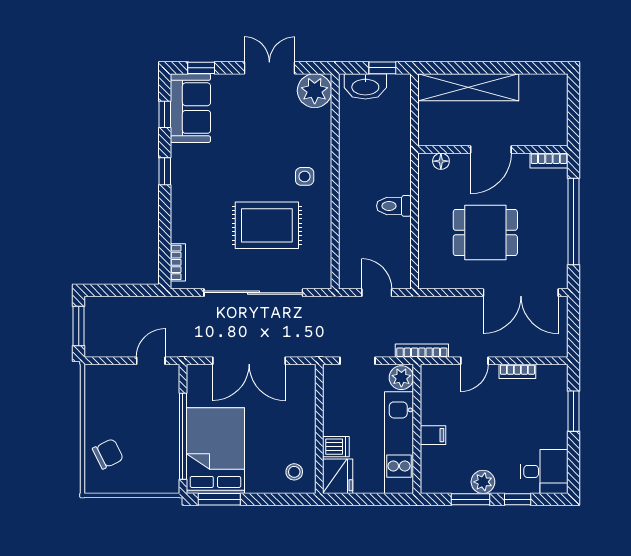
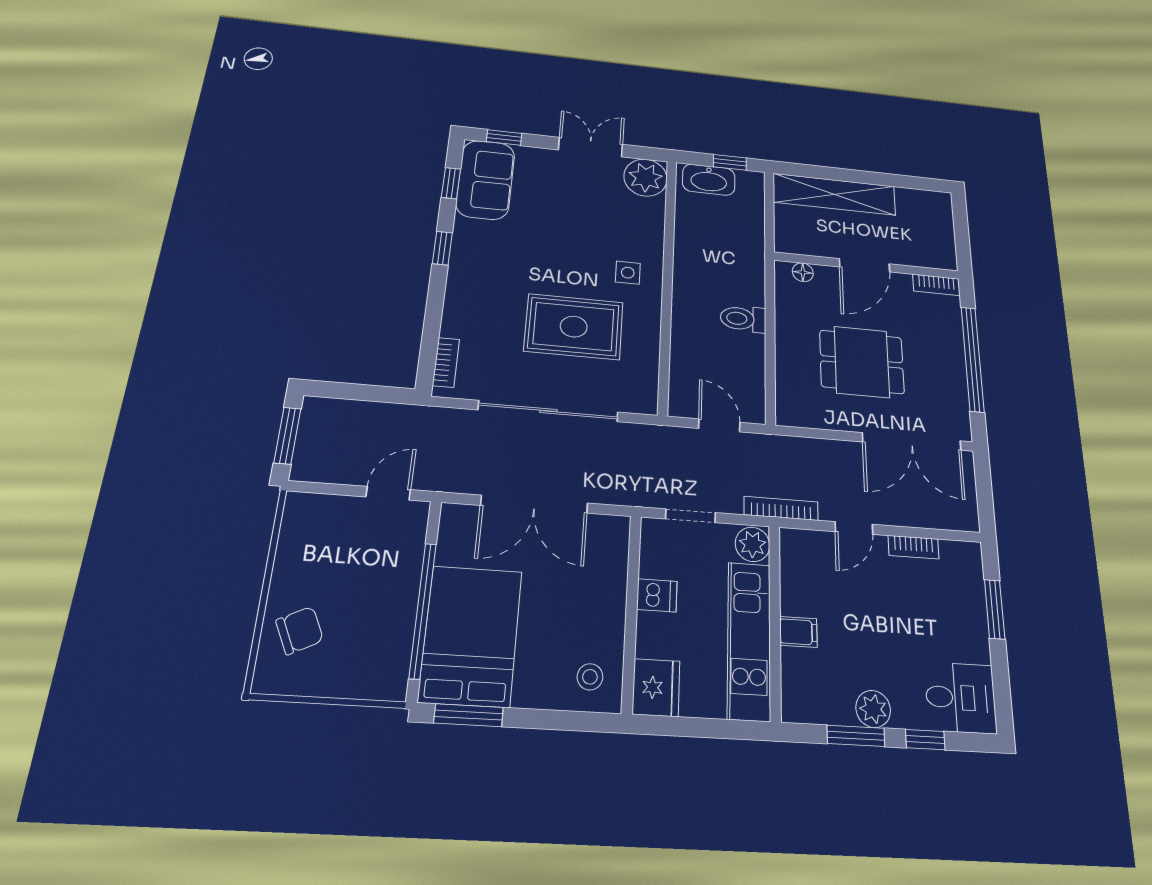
dishwasher: (336, 447) -> (657, 595), moved

